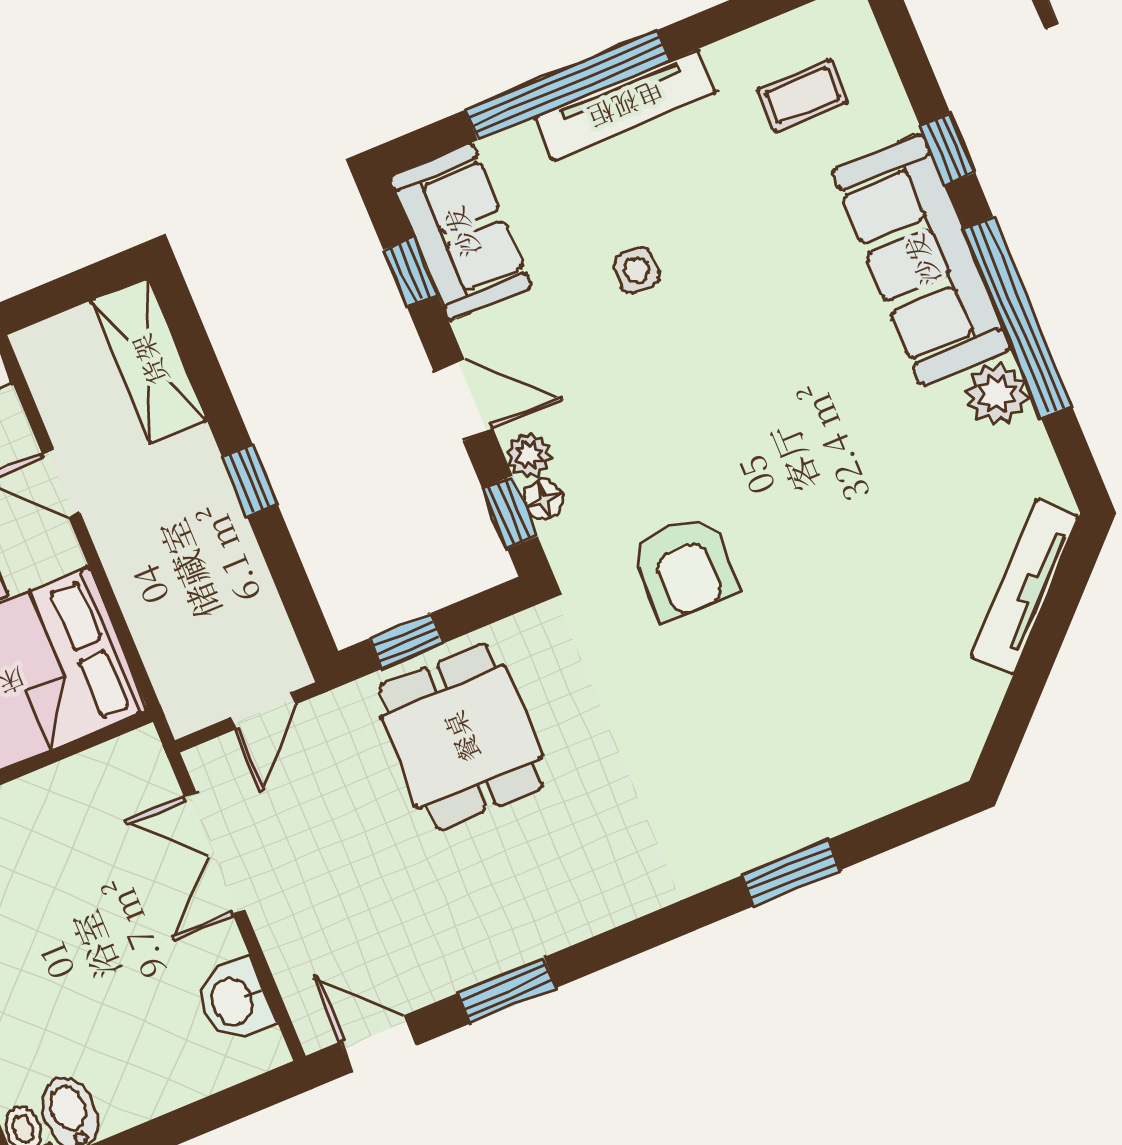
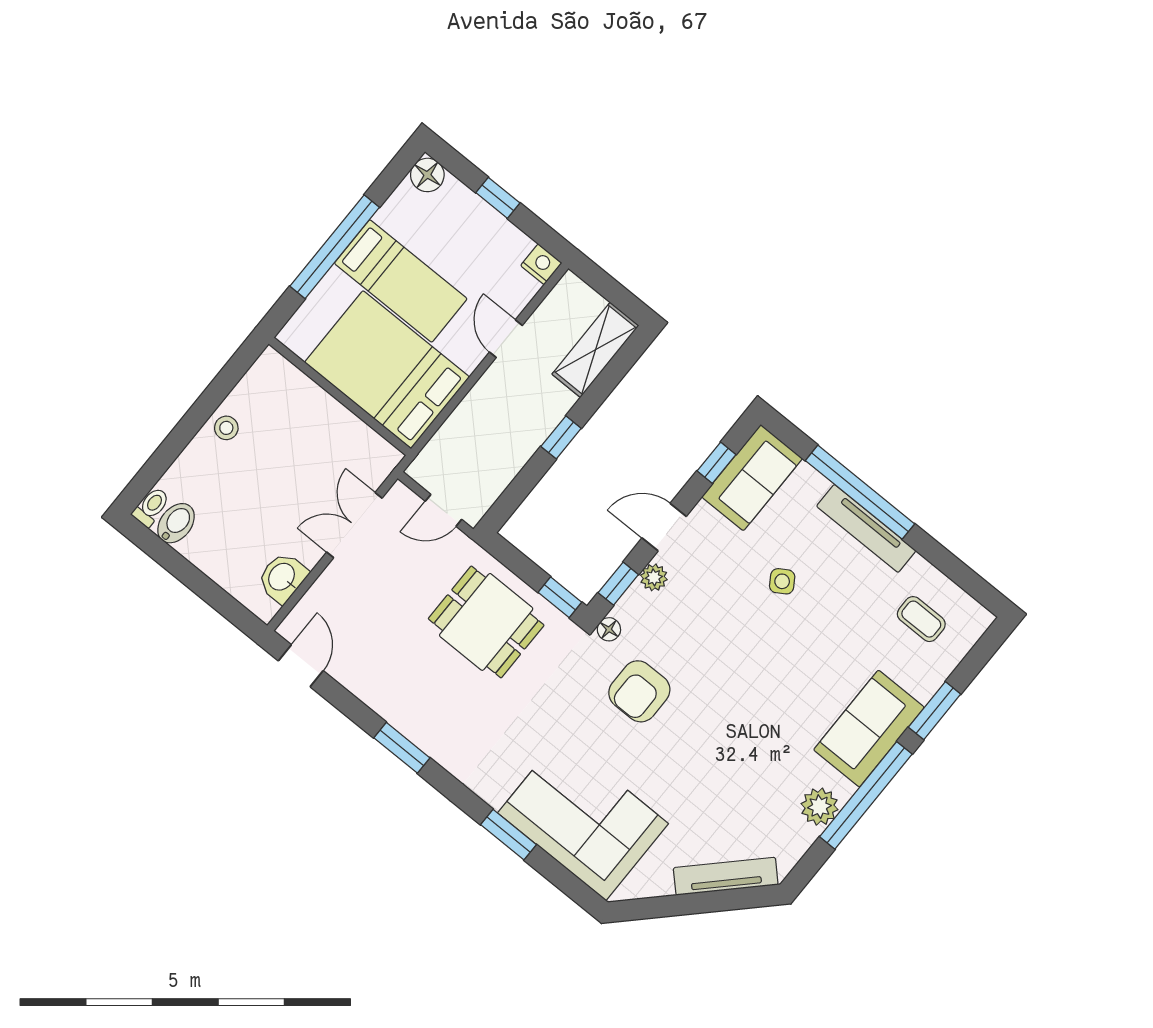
window: (947, 149) -> (935, 711), width x1.50
sofa: (921, 260) -> (869, 729), width x0.73
side table: (637, 270) -> (782, 581), turned -32
door: (464, 400) -> (664, 527), swing flipped
floor lamp: (544, 500) -> (609, 629), moved
window: (406, 641) -> (560, 597), moved
dining table: (461, 737) -> (486, 622), turned 90
corner sofa: (826, 750) -> (583, 818), added
window: (507, 990) -> (402, 748), moved

